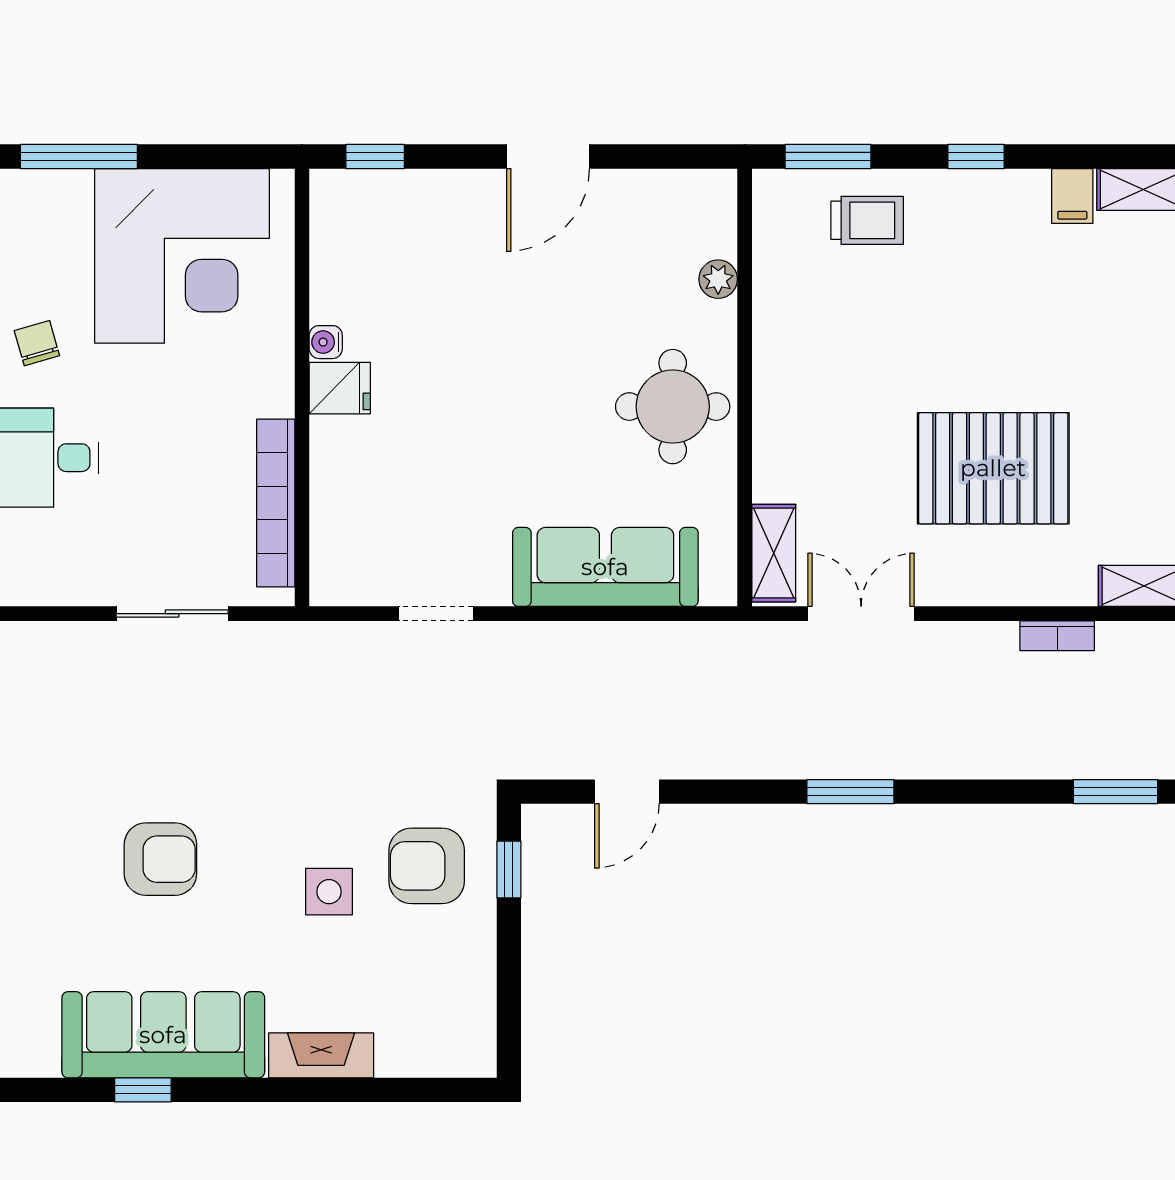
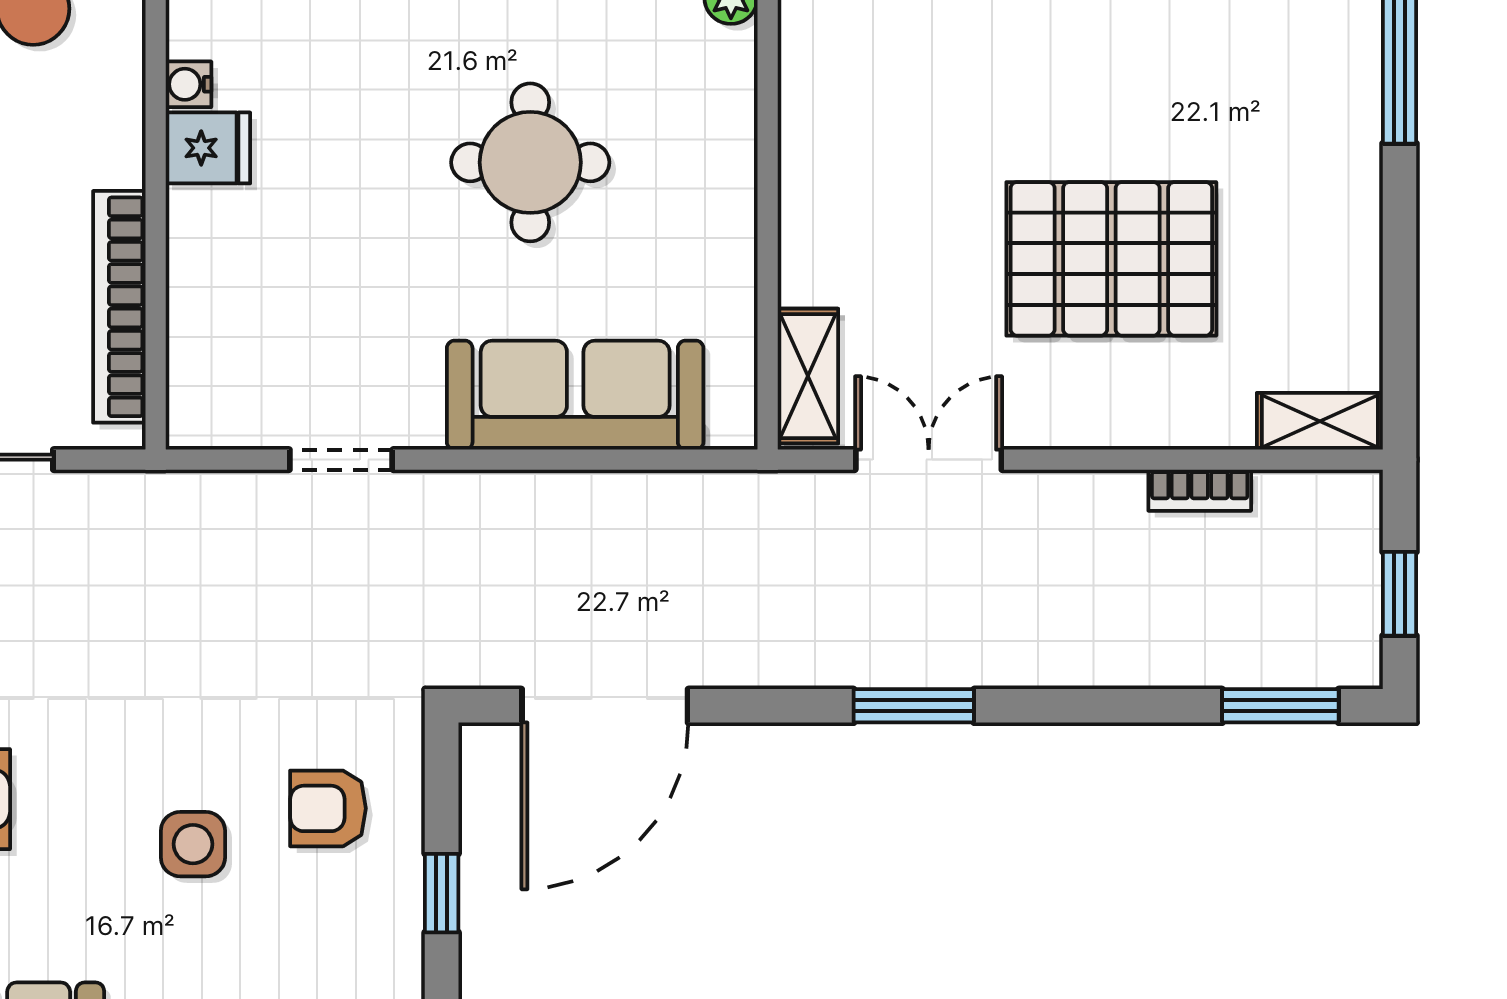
round table: (673, 407) -> (530, 162), moved
door: (627, 792) -> (605, 706), width x1.87
armchair: (427, 866) -> (328, 808), width x0.72, depth x0.72
window: (509, 869) -> (442, 893), moved

